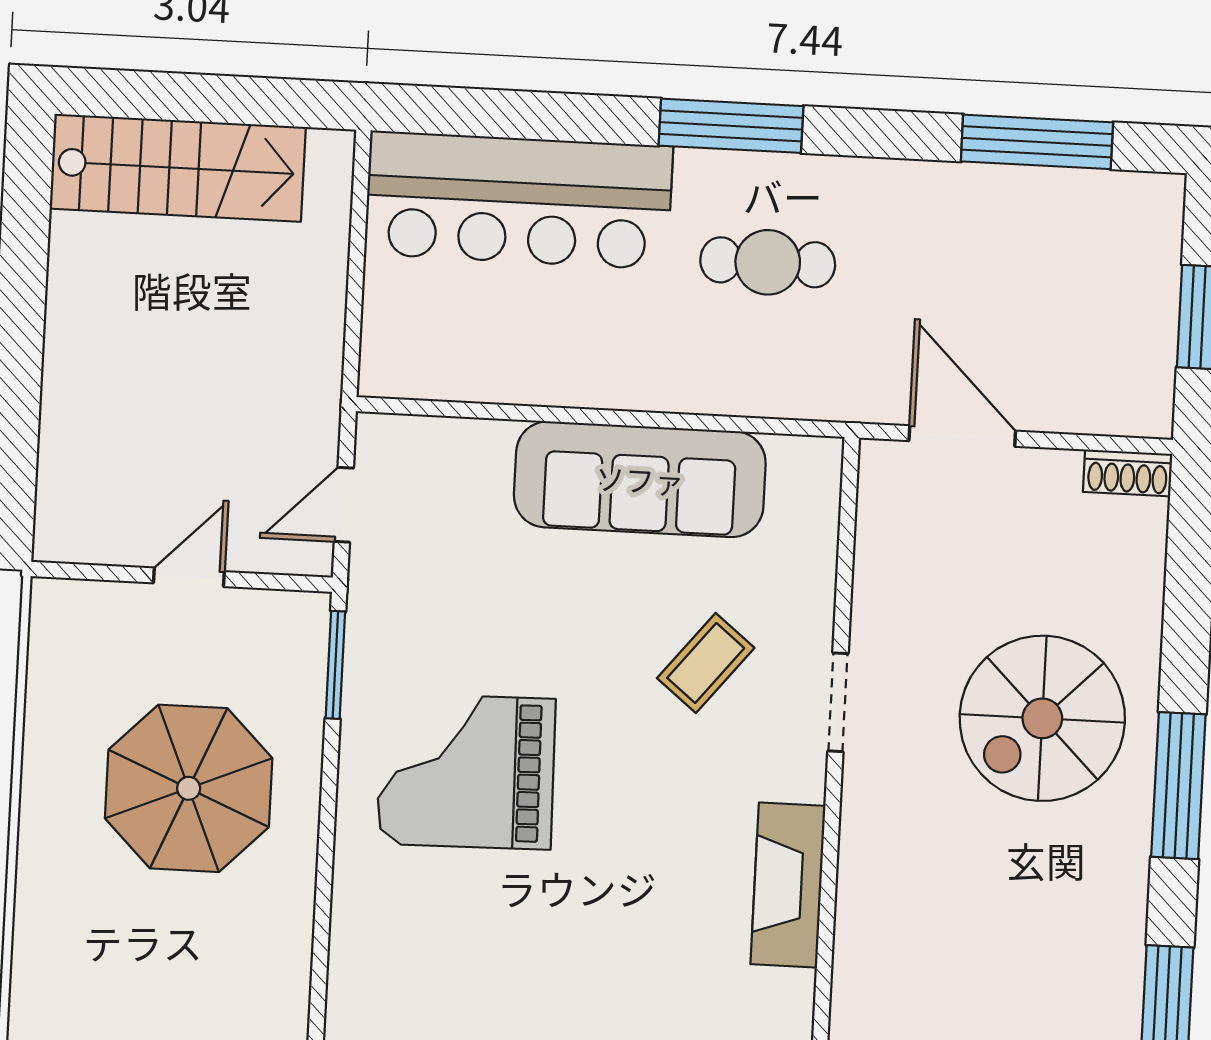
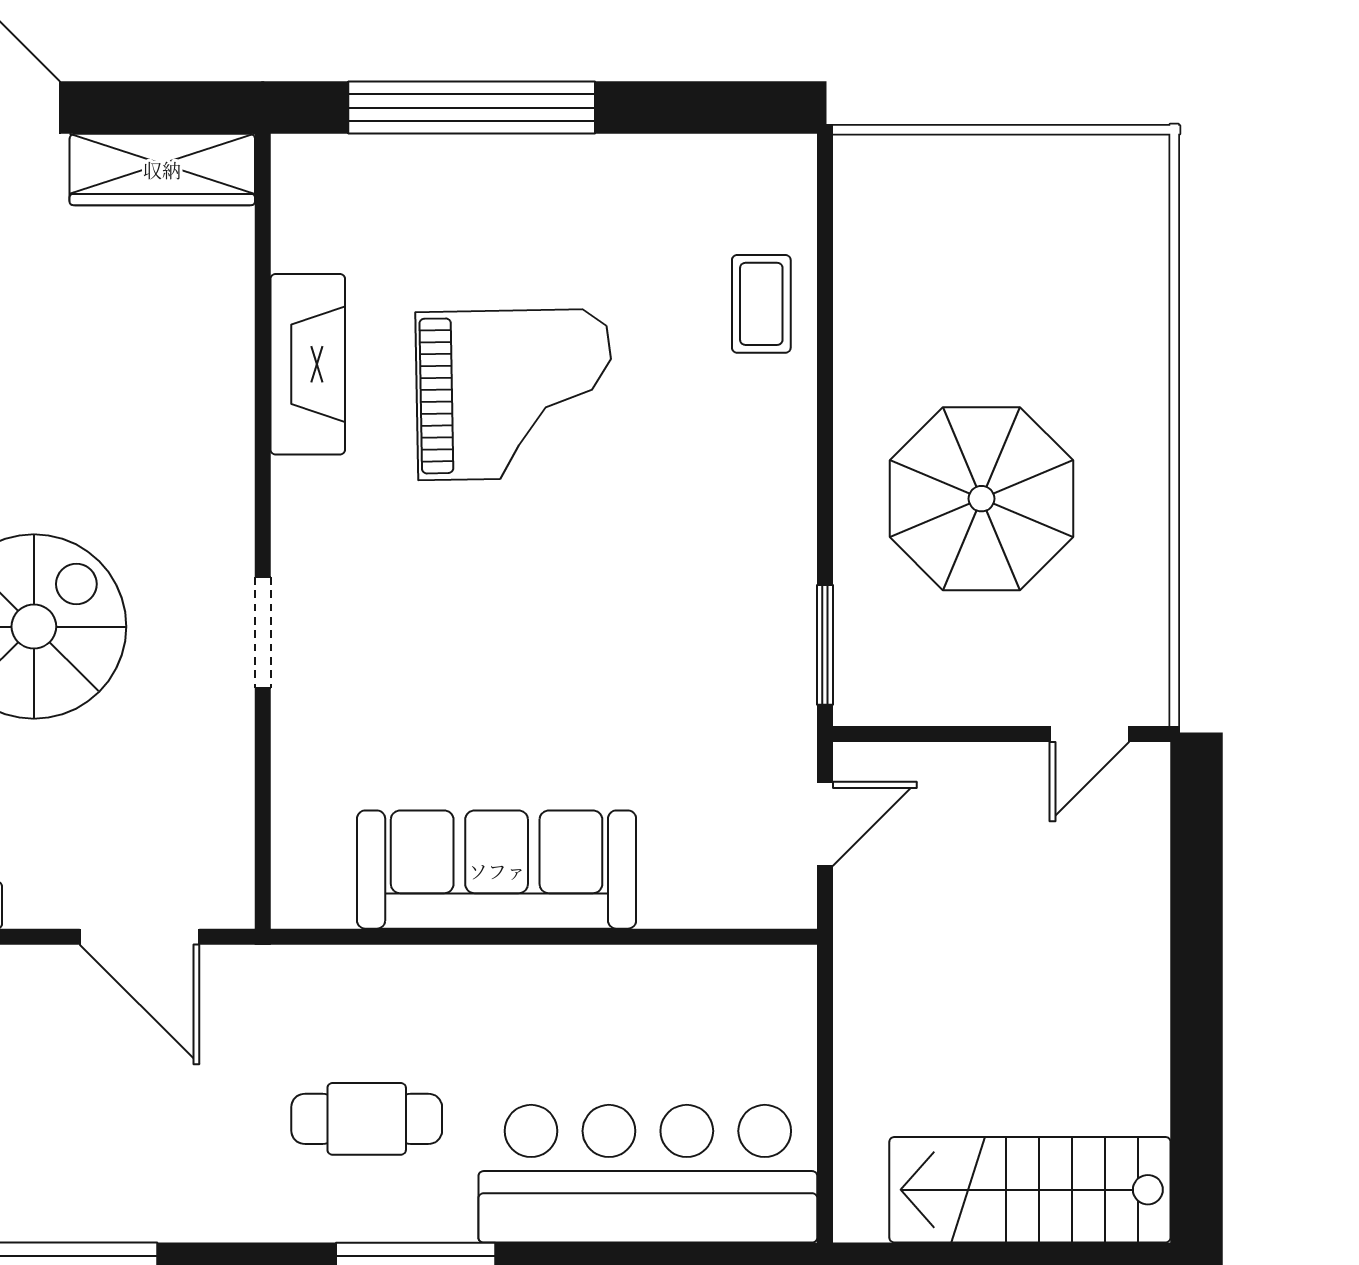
door: (189, 577) -> (1089, 734), moved
coffee table: (706, 663) -> (761, 304), moved, turned -39
grand piano: (466, 771) -> (514, 395), moved
fireplace: (788, 885) -> (308, 364), moved

